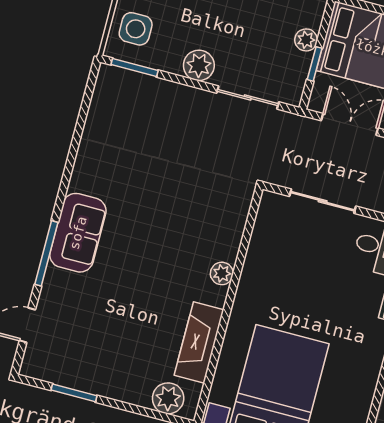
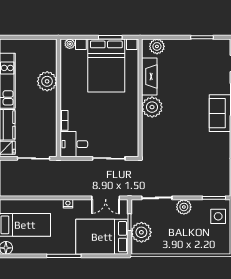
plant: (306, 40) -> (141, 232), width x1.87, depth x1.87
plant: (222, 273) -> (152, 107), width x1.87, depth x1.87

